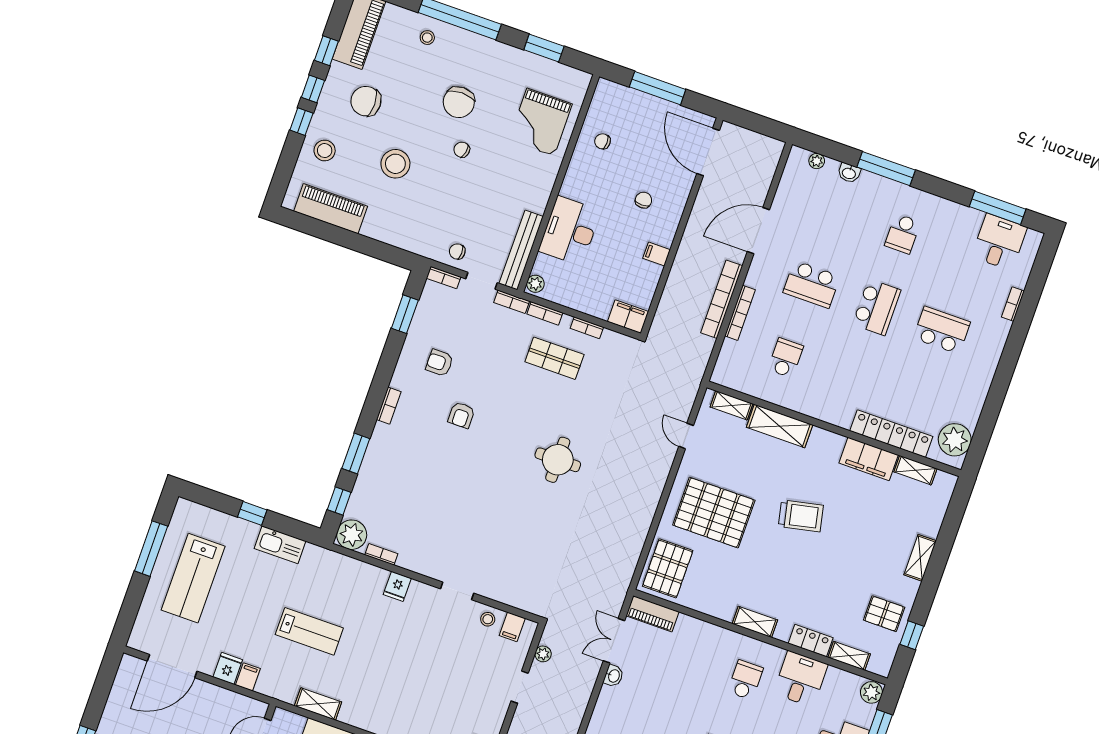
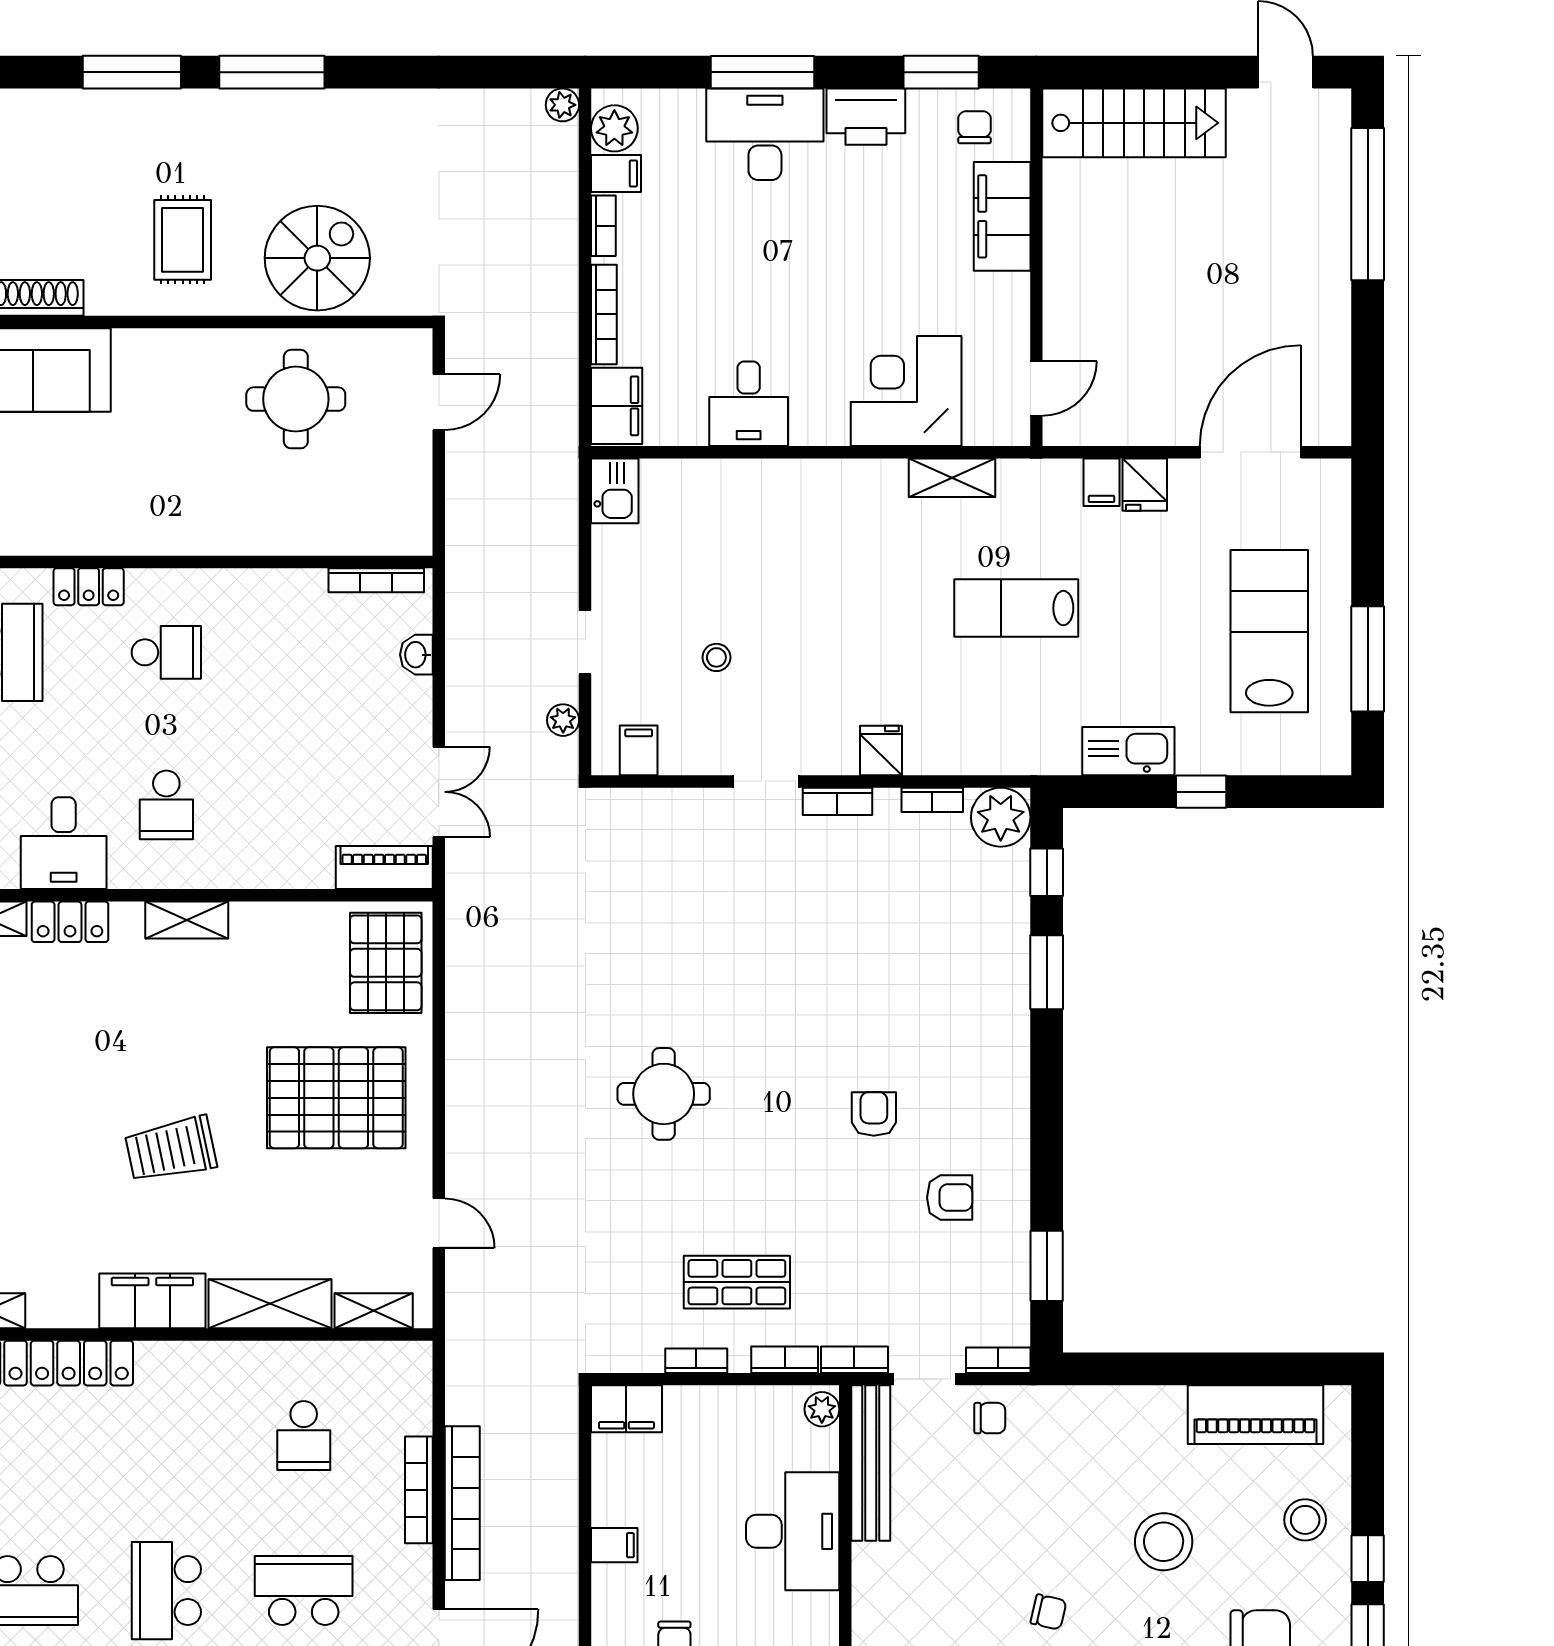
bookcase: (389, 406) -> (837, 801), moved, turned -90
filing cabinet: (869, 459) -> (152, 1301), moved
stool: (488, 619) -> (716, 657), moved
washbasin: (614, 676) -> (416, 655), moved

